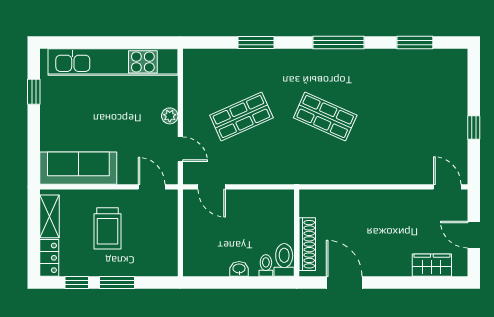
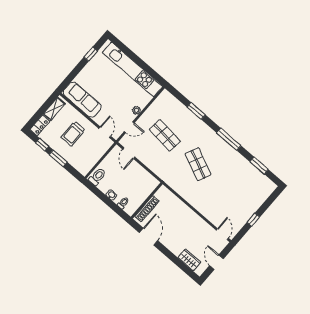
shop shelf: (241, 117) -> (165, 135), turned 30
door: (180, 149) -> (129, 127), hinge flipped
toilet: (284, 260) -> (97, 177), moved

